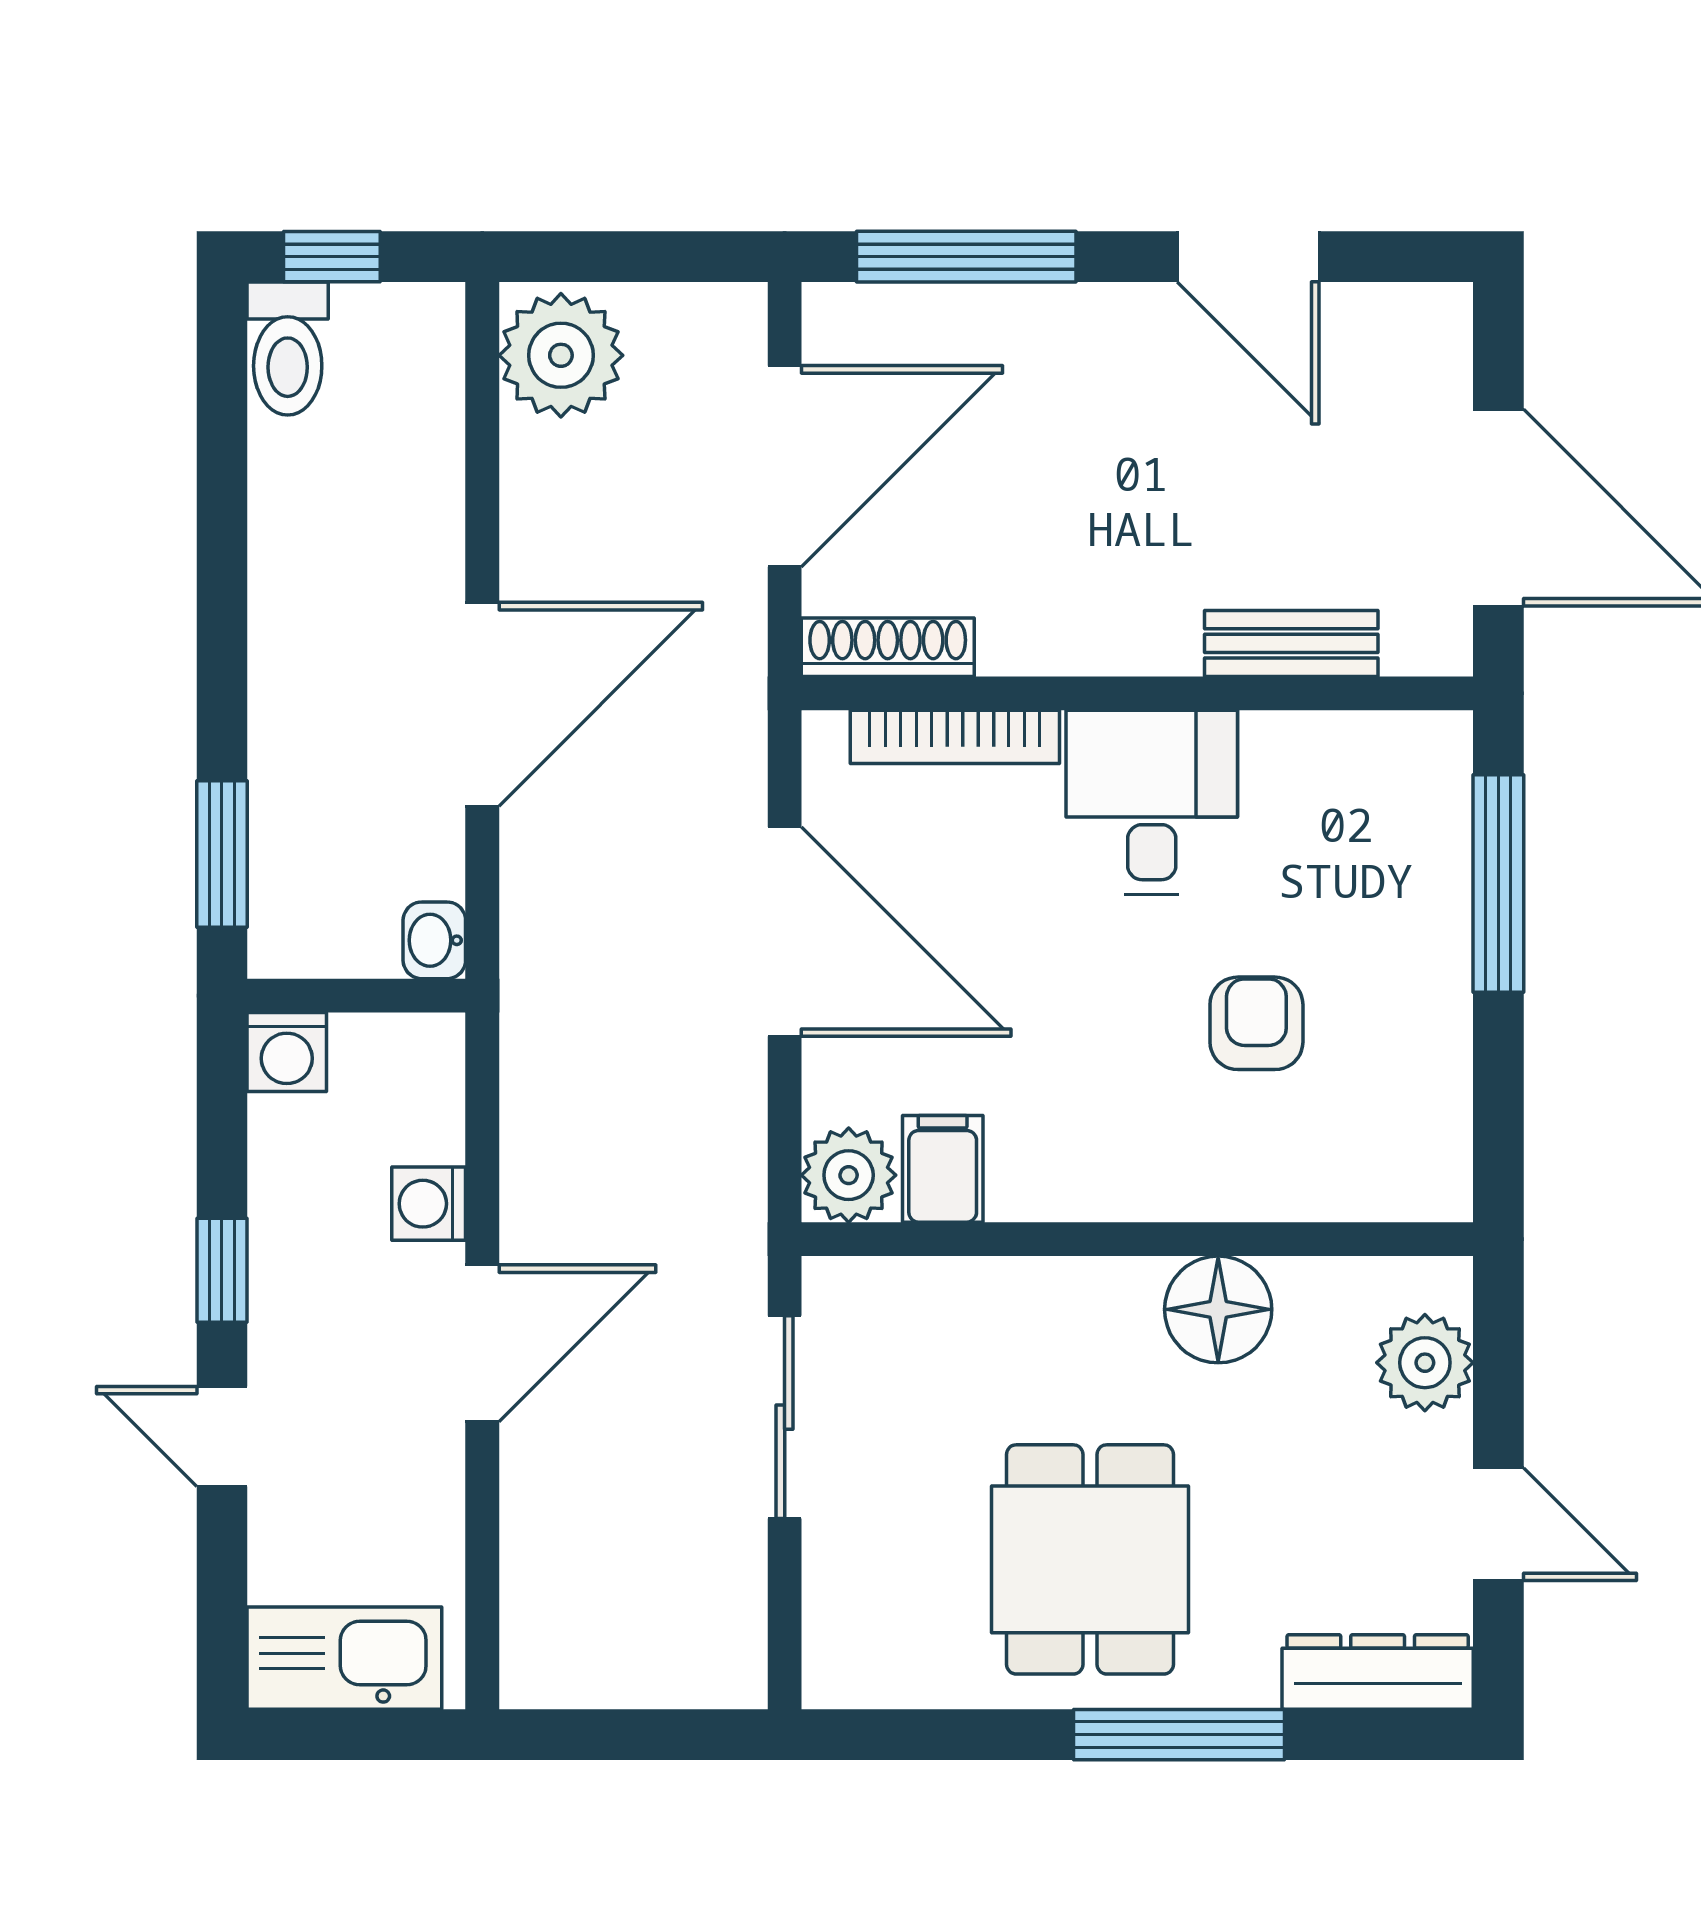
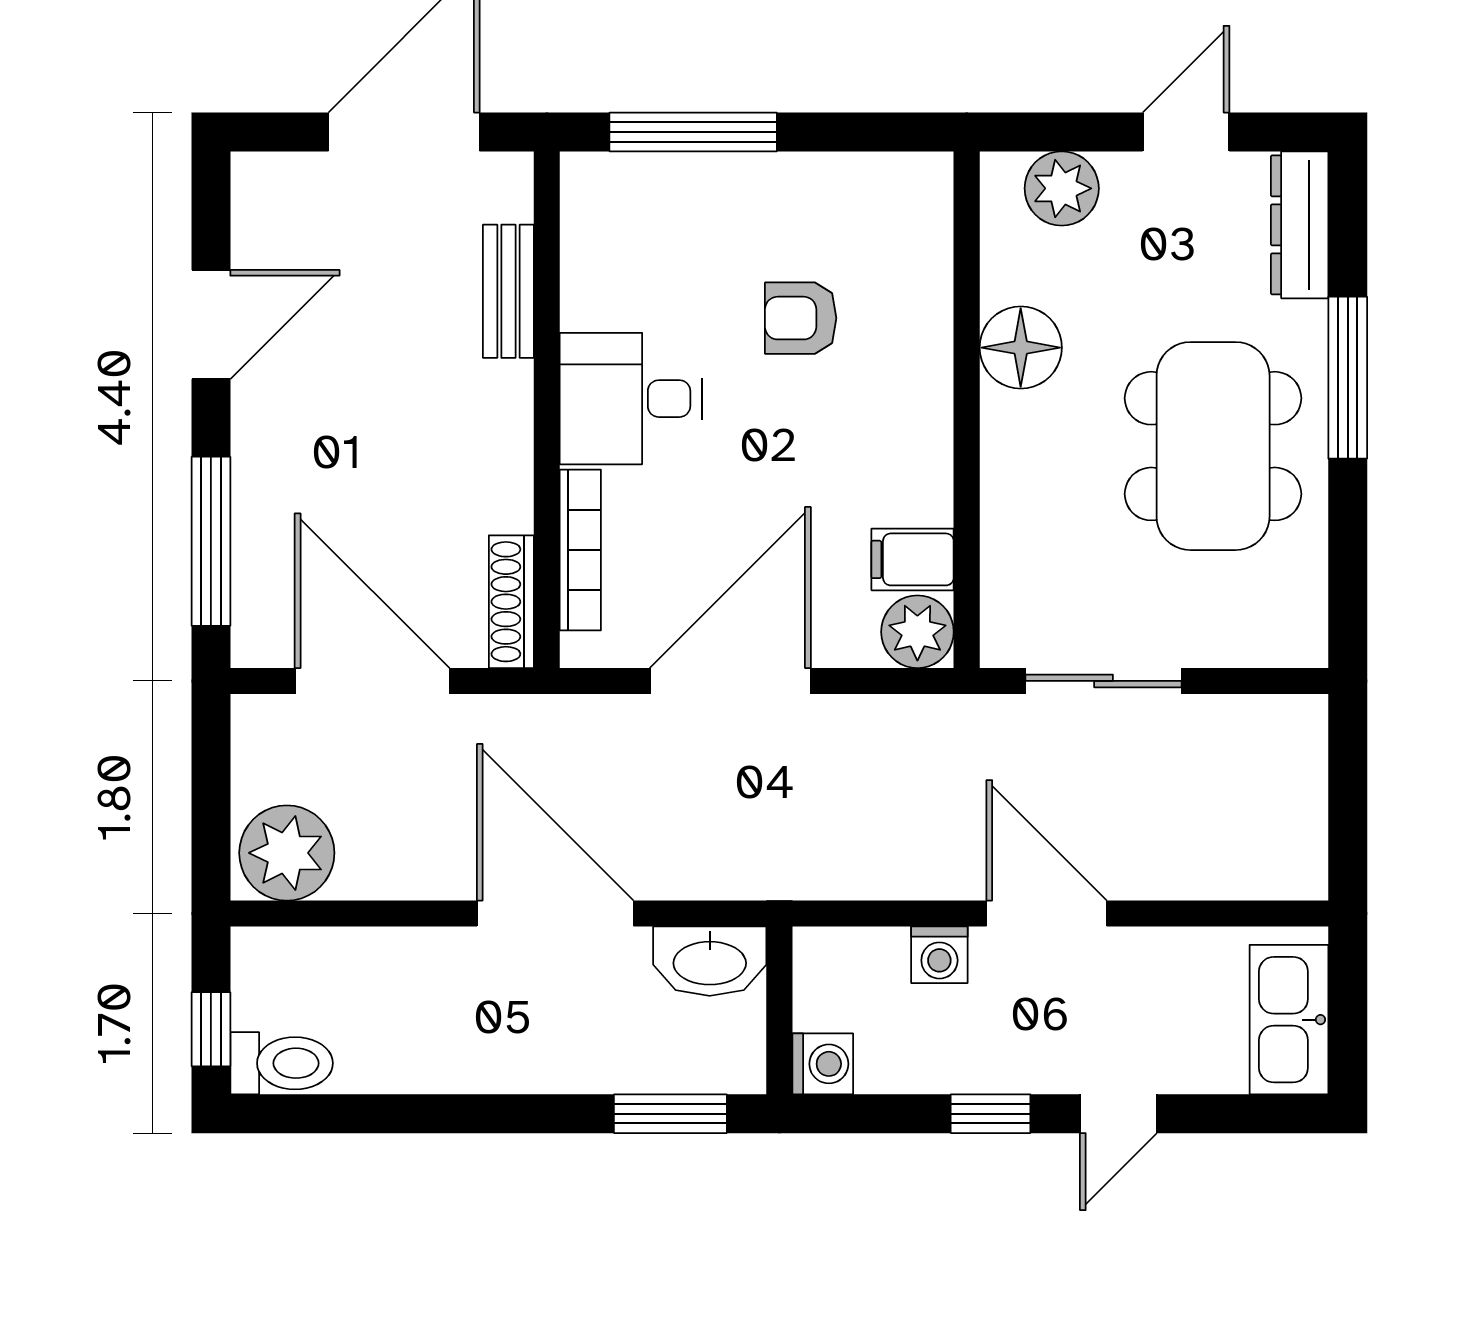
washbasin: (434, 940) -> (710, 961), width x1.91, depth x1.45
dining table: (1090, 1559) -> (1213, 446), width x1.37

